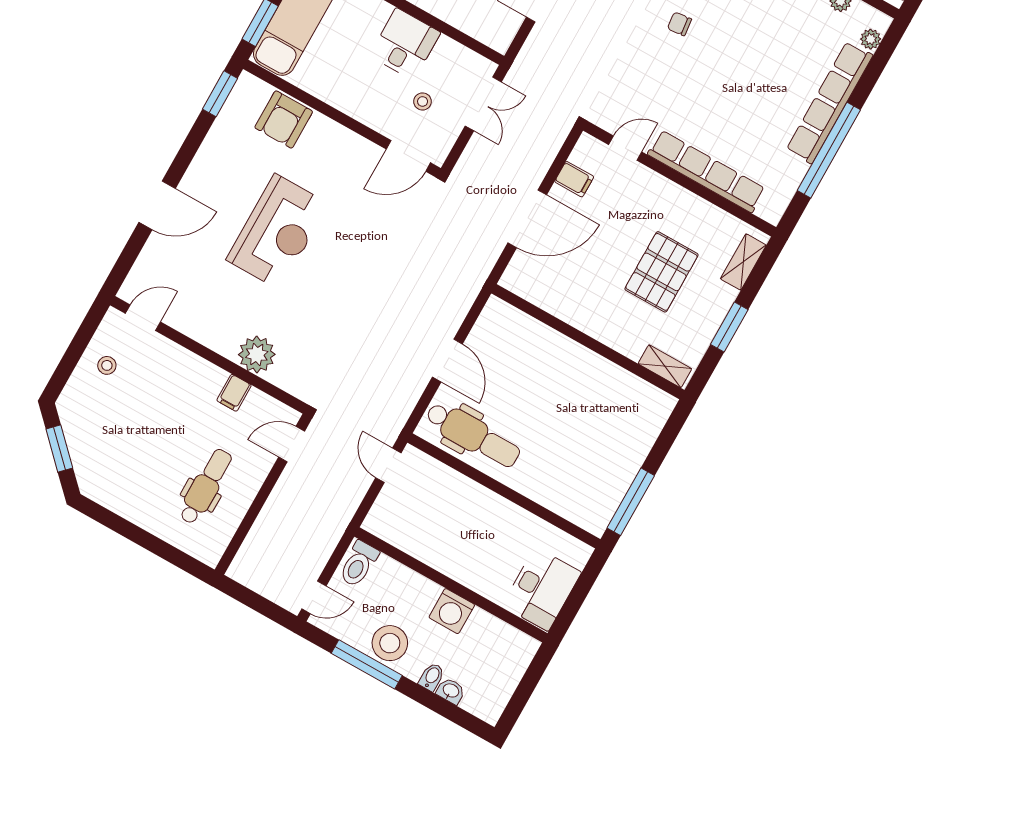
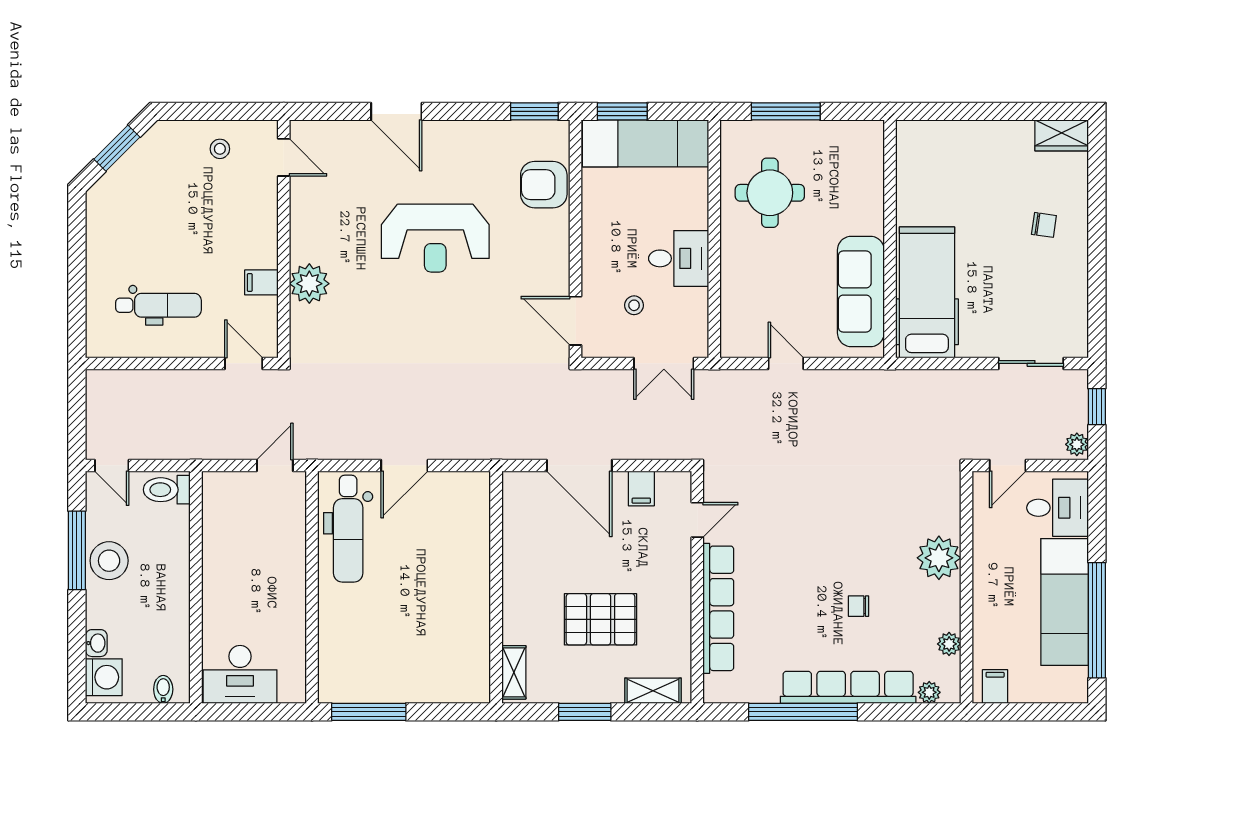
chair: (679, 24) -> (859, 606), moved, turned -84
door: (625, 148) -> (697, 520), hinge flipped
washing machine: (452, 611) -> (104, 677), moved, turned 180
bidet: (432, 677) -> (163, 689), moved, turned -90

